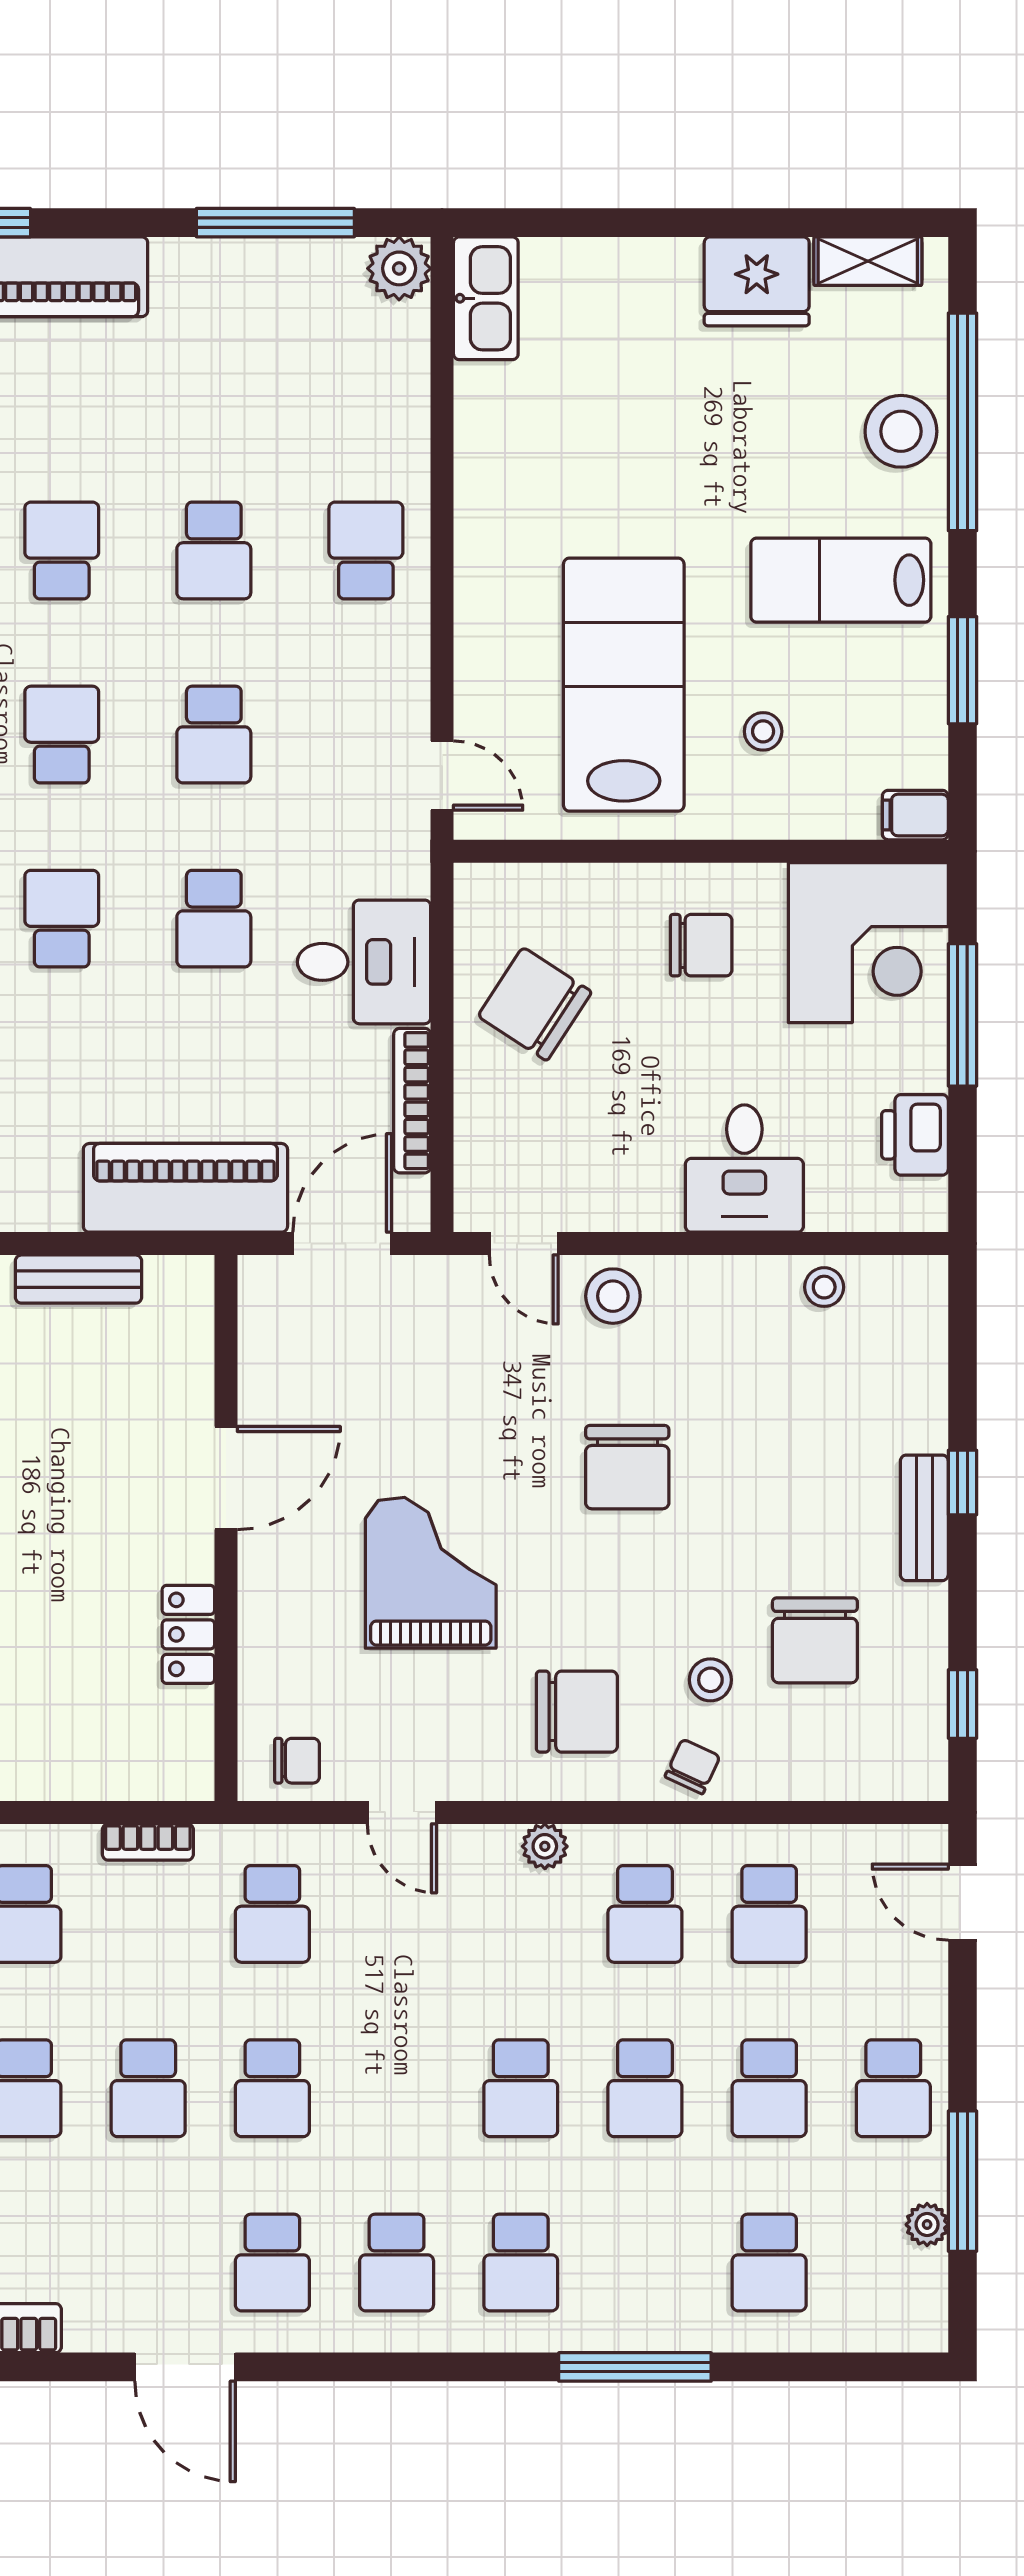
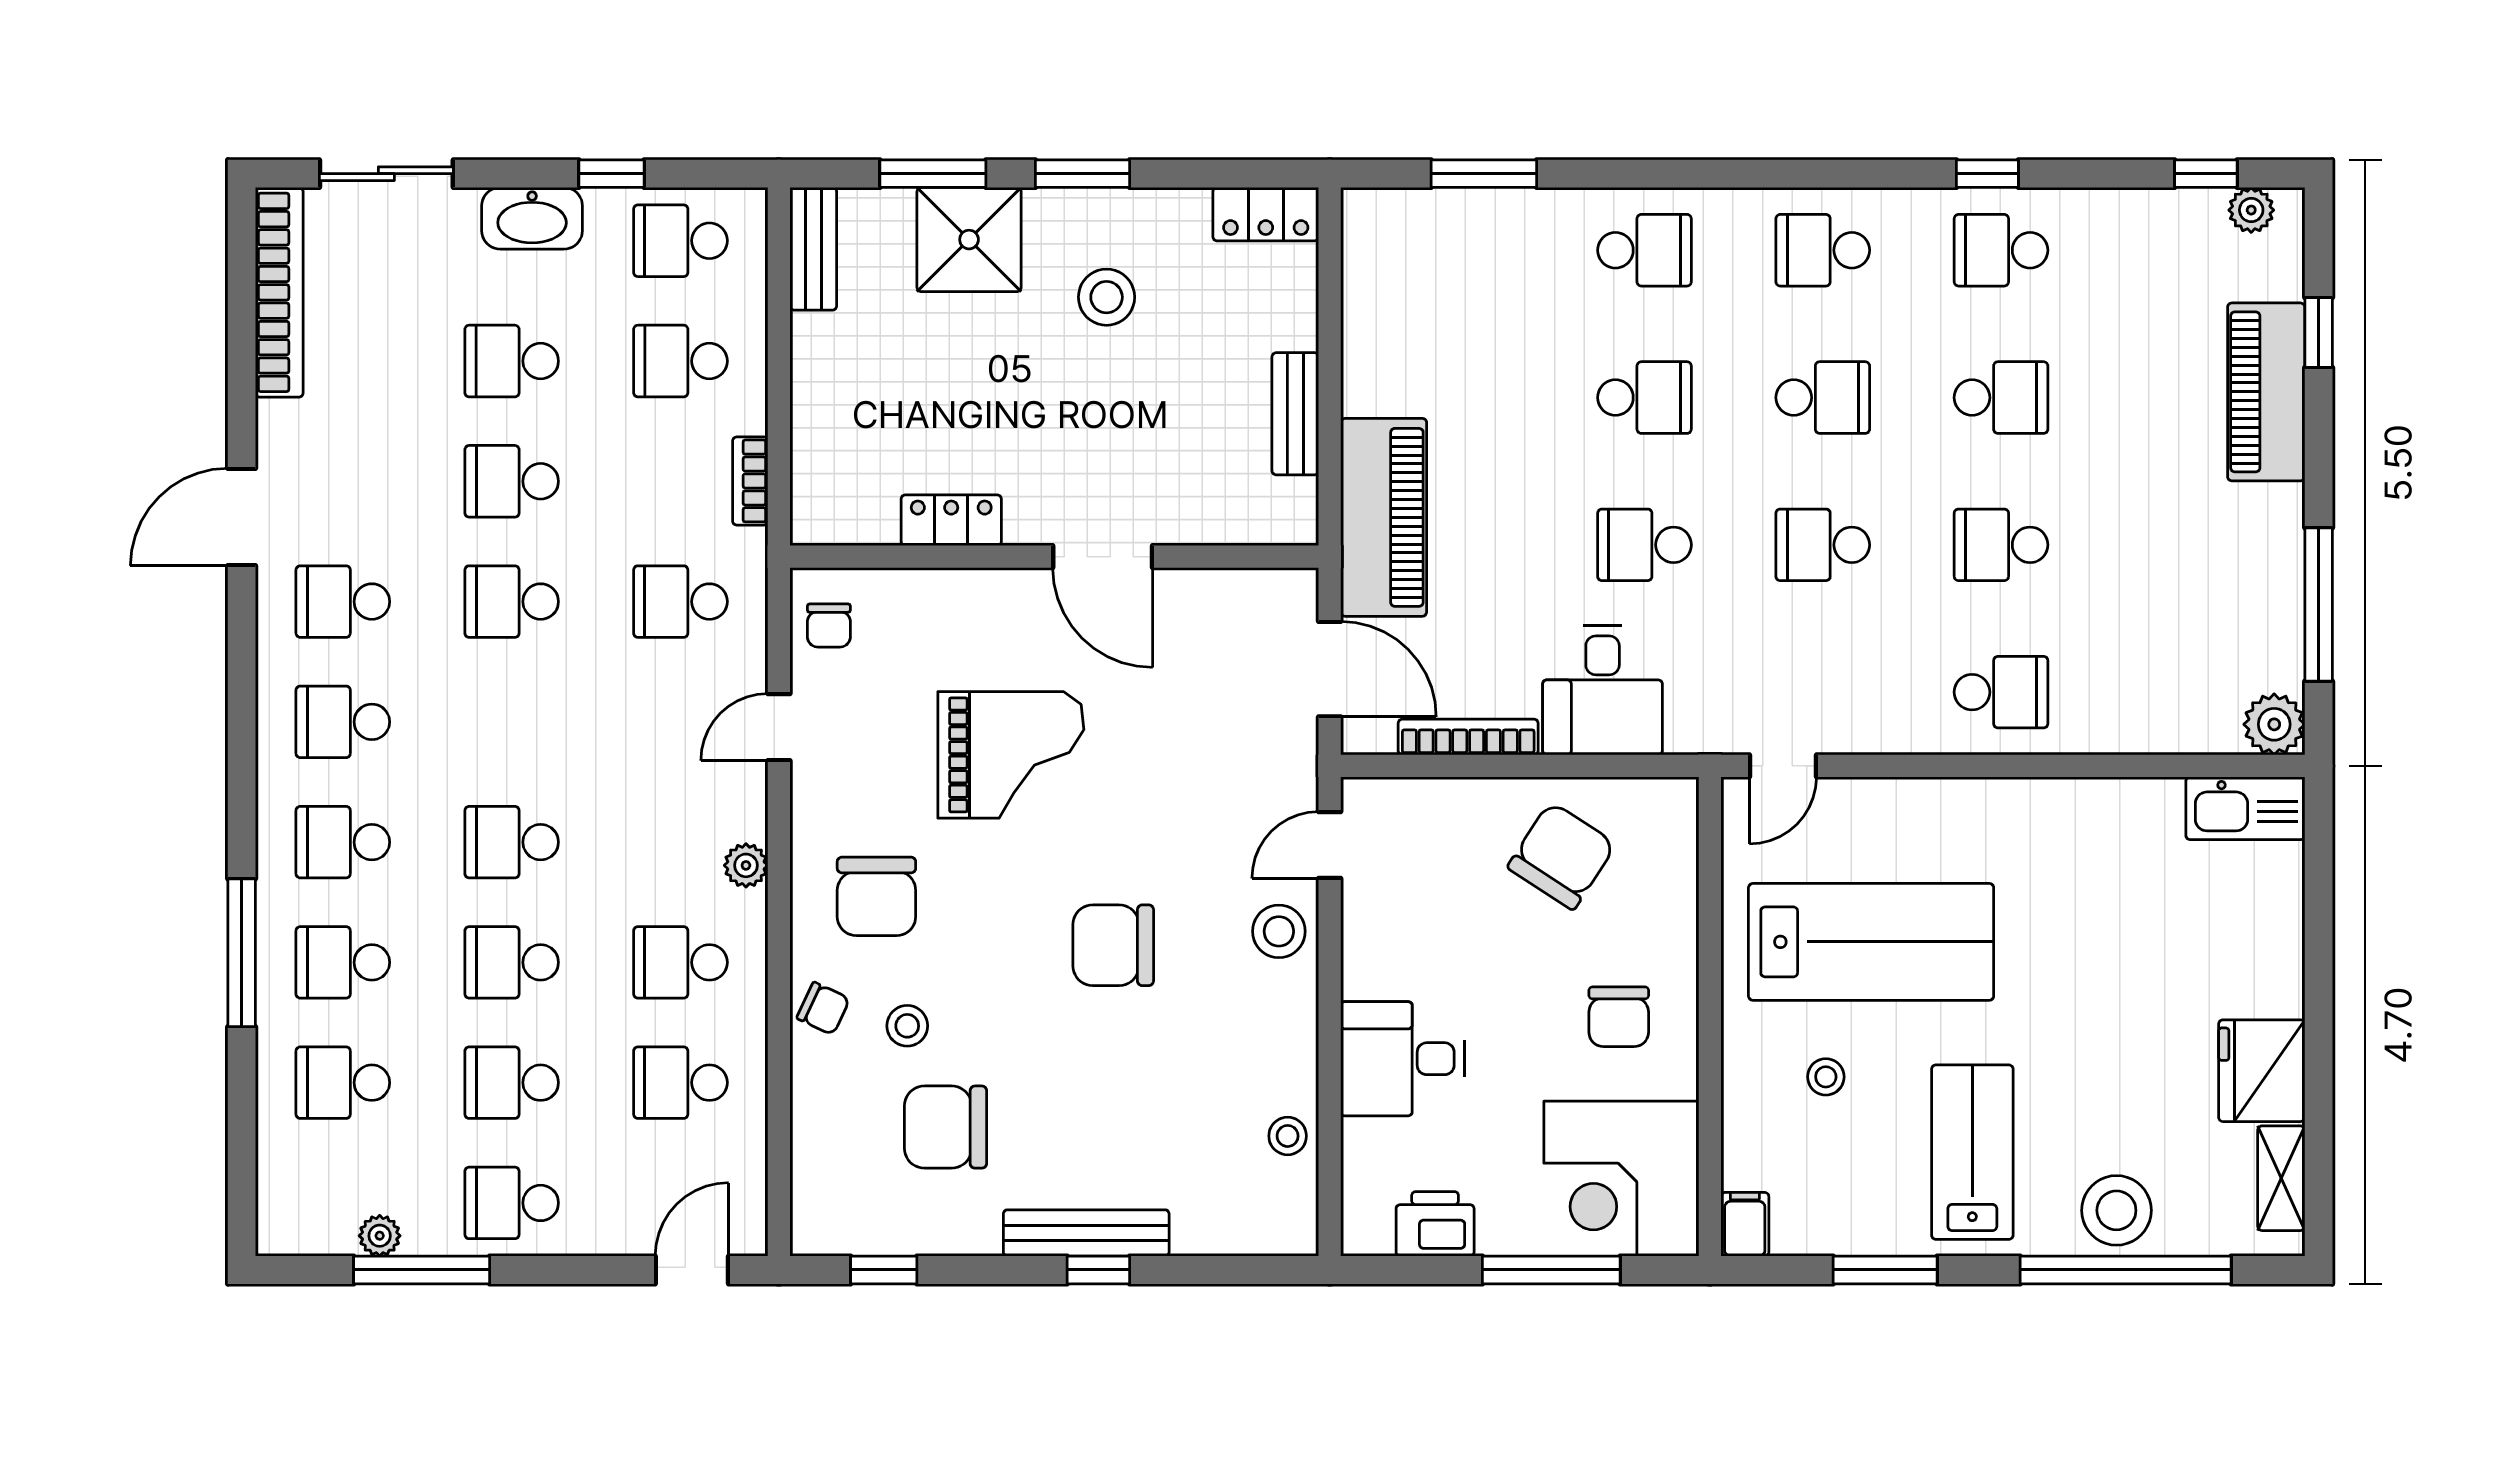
bench: (924, 1518) -> (1086, 1233), width x1.36
school desk: (645, 2263) -> (343, 962), added

